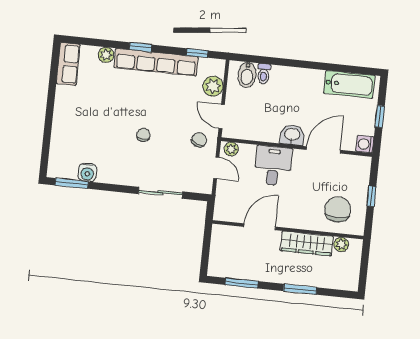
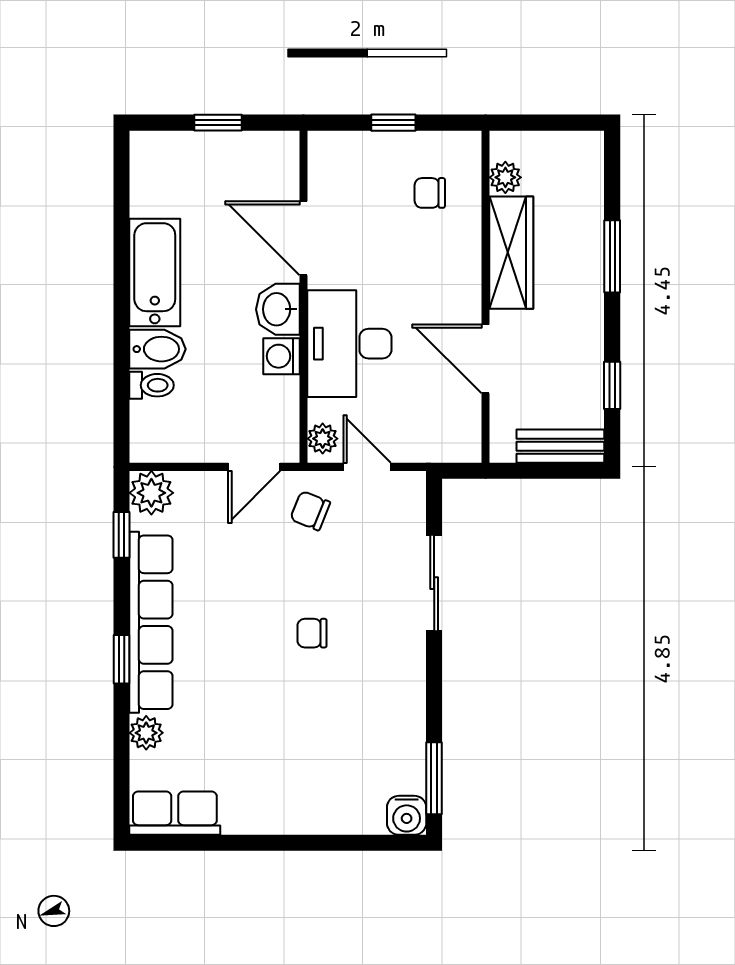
bidet: (247, 75) -> (158, 349), moved
bathtub: (349, 84) -> (155, 273), moved
plant: (213, 86) -> (151, 493), moved
washing machine: (365, 144) -> (281, 356), moved, turned 90
desk: (273, 166) -> (349, 344), width x1.37
door: (216, 168) -> (367, 467), hinge flipped
water cooler: (87, 172) -> (407, 815), moved, turned 90
chair: (338, 209) -> (430, 193), width x0.54, depth x0.54
bench: (216, 257) -> (560, 446), added
window: (242, 283) -> (612, 385), width x0.67

